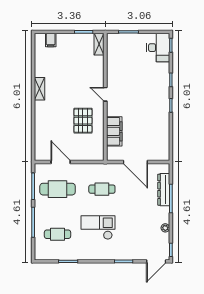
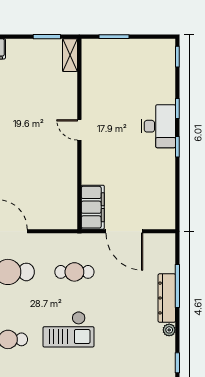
desk: (158, 48) -> (159, 126), moved
pallet: (83, 121) -> (46, 170), removed
filing cabinet: (114, 131) -> (93, 207), moved
dresser: (164, 190) -> (167, 298), moved
checkout: (98, 228) -> (68, 329), turned 180

